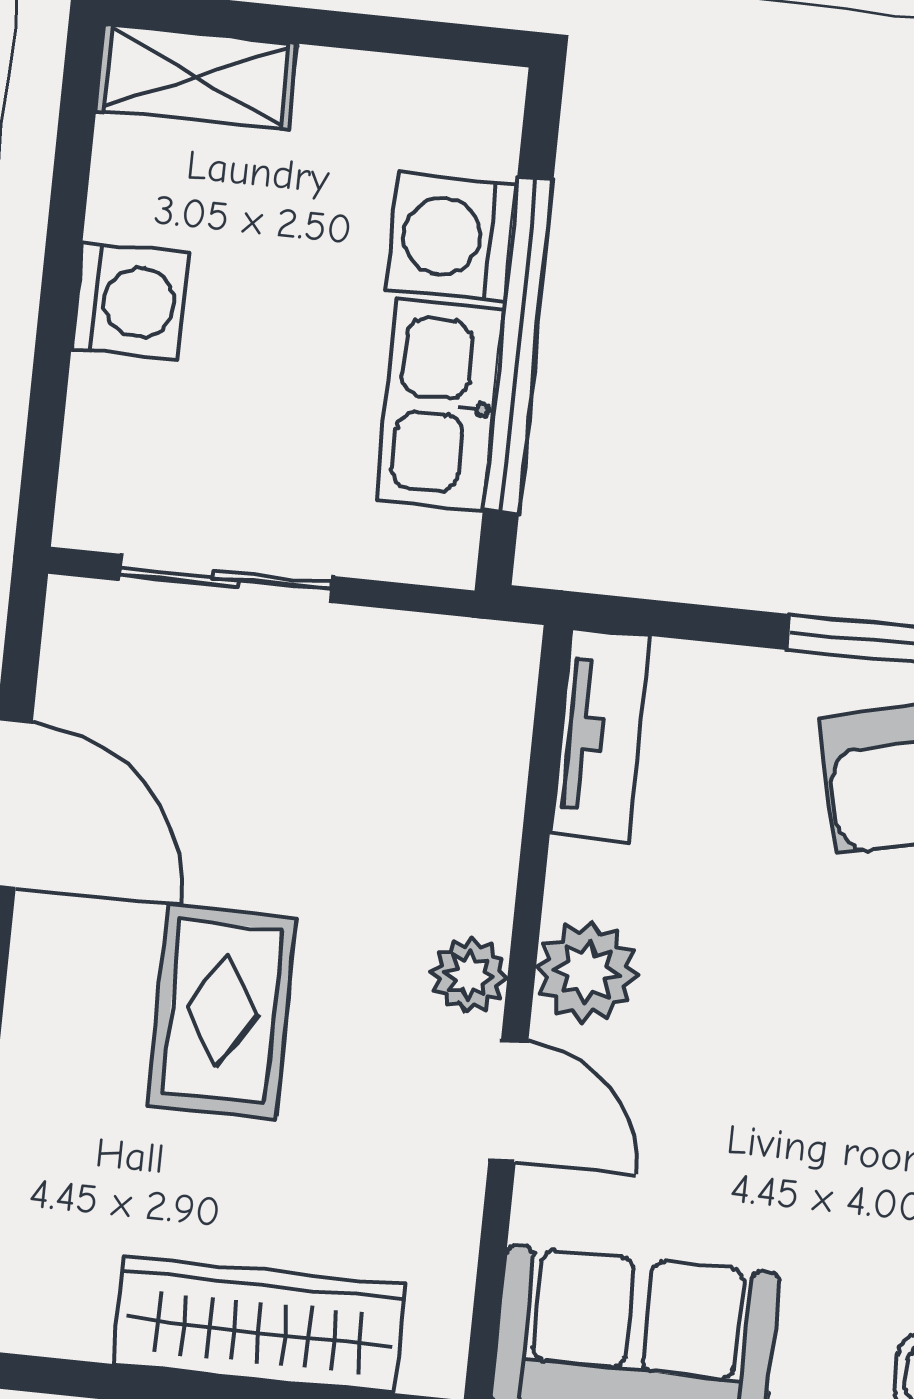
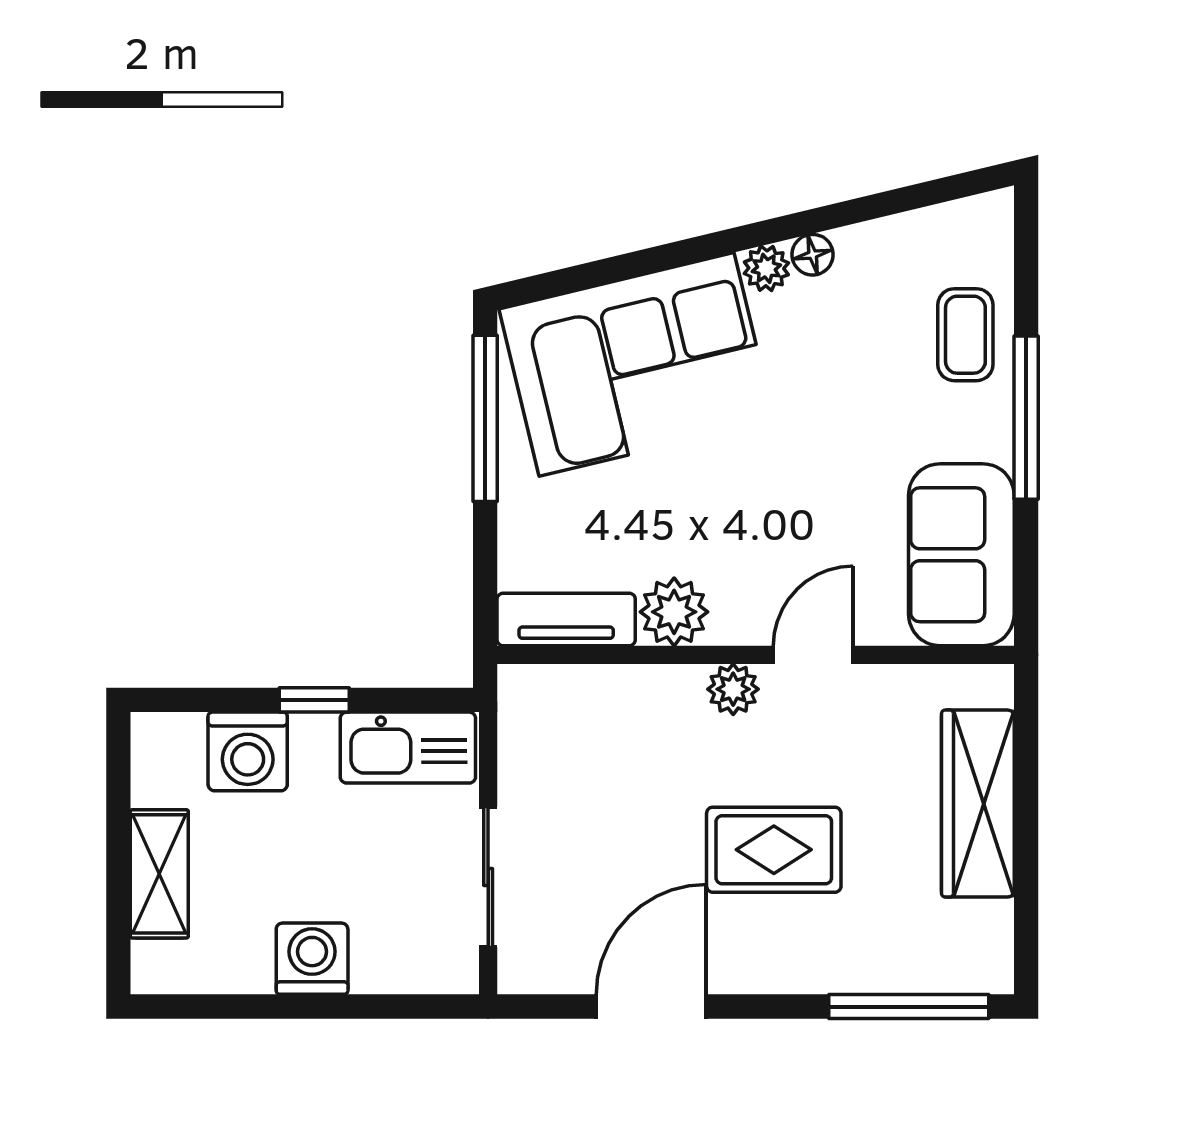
shelving: (197, 77) -> (159, 874), moved
window: (518, 345) -> (314, 700), width x0.32
kitchen sink: (440, 406) -> (408, 748), moved
plant: (587, 972) -> (674, 612), moved

